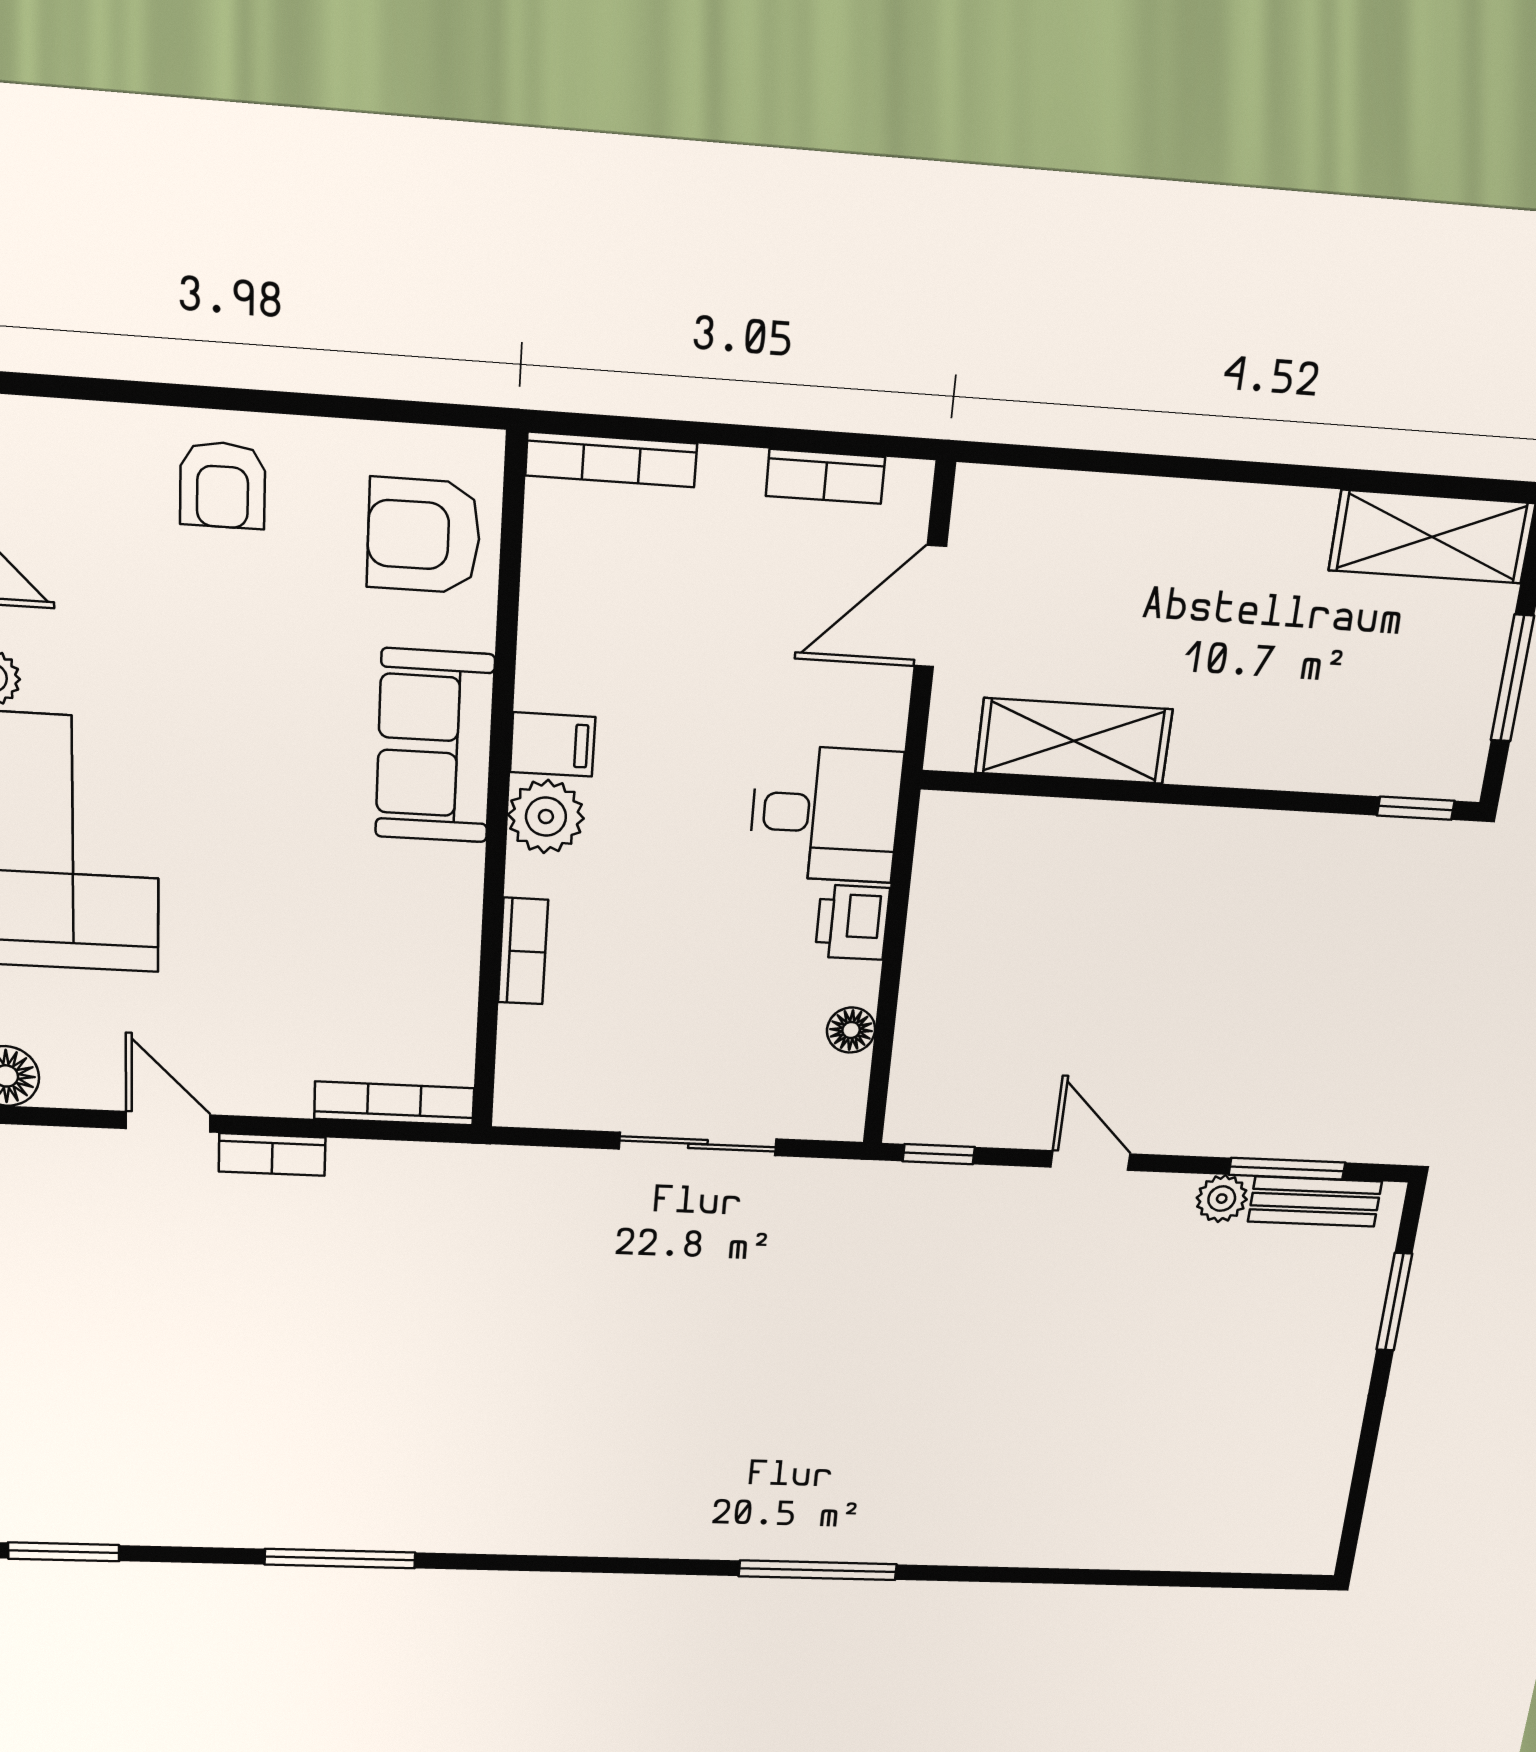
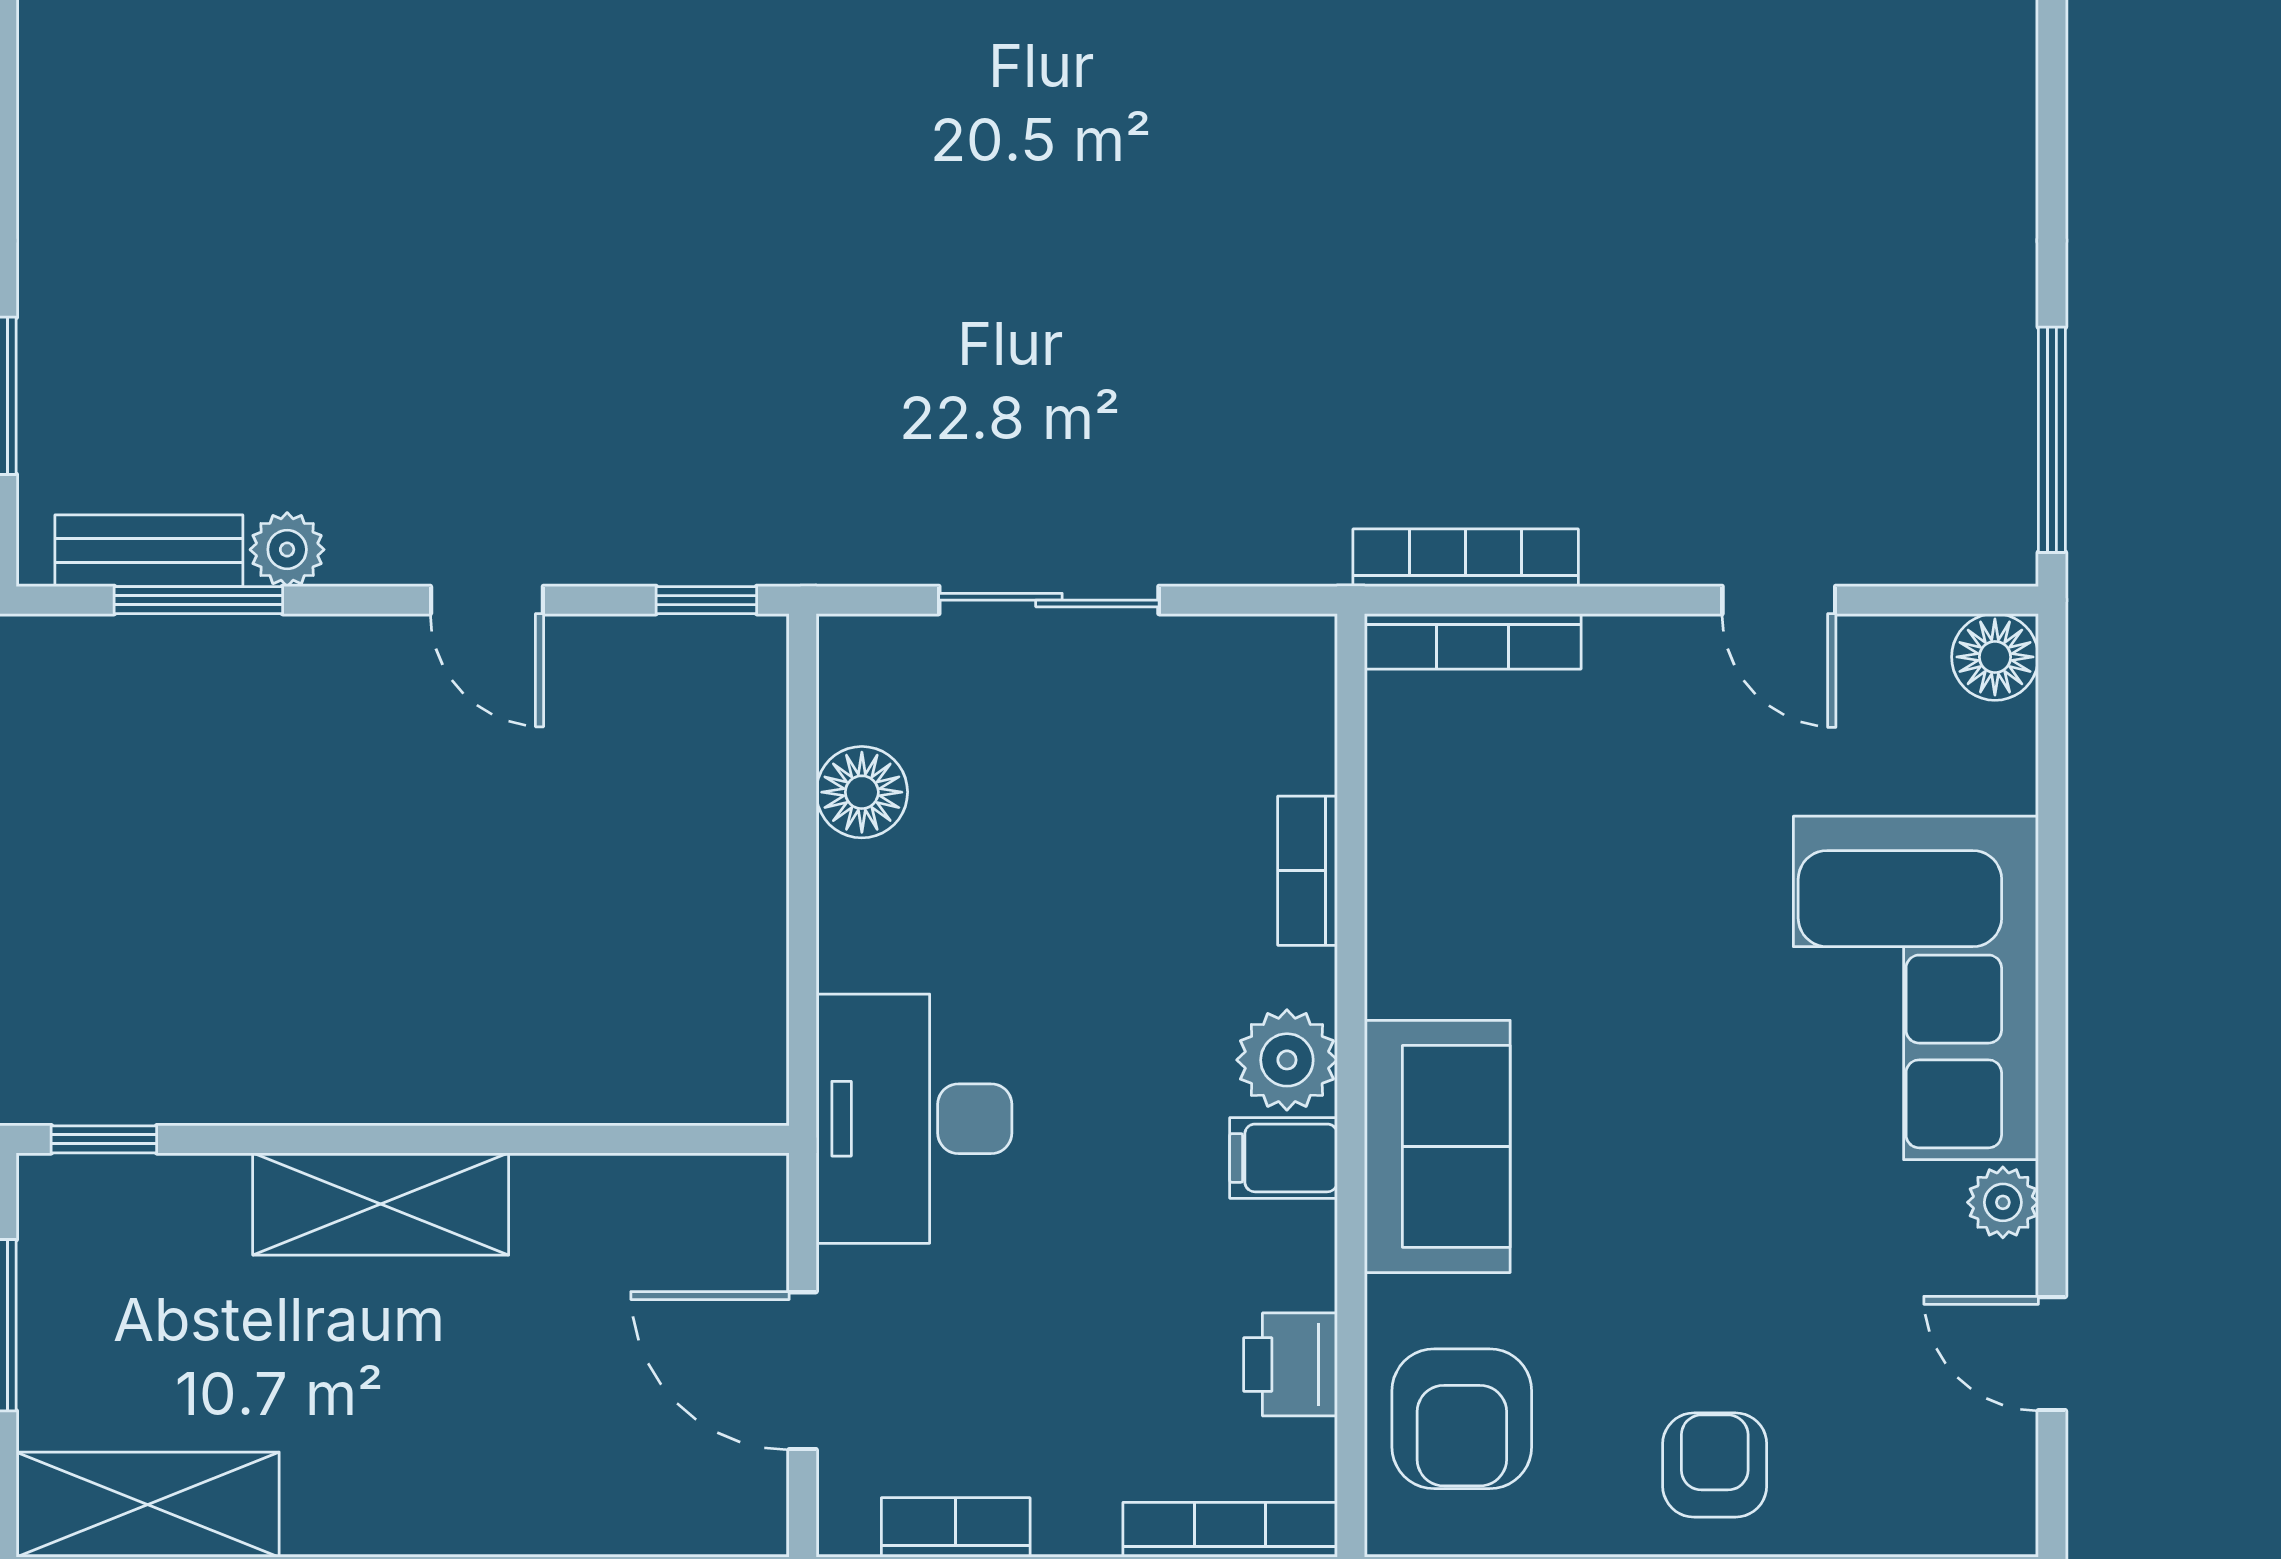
armchair: (424, 536) -> (1462, 1419), turned 90
door: (930, 607) -> (803, 1371), swing flipped
shelving: (1074, 741) -> (381, 1204), moved
desk: (825, 814) -> (914, 1119), width x1.37
printer: (852, 922) -> (1291, 1364), moved, turned 180
floor lamp: (851, 1030) -> (862, 792), width x1.37, depth x1.37
bookcase: (272, 1154) -> (1466, 558), moved, width x1.56

